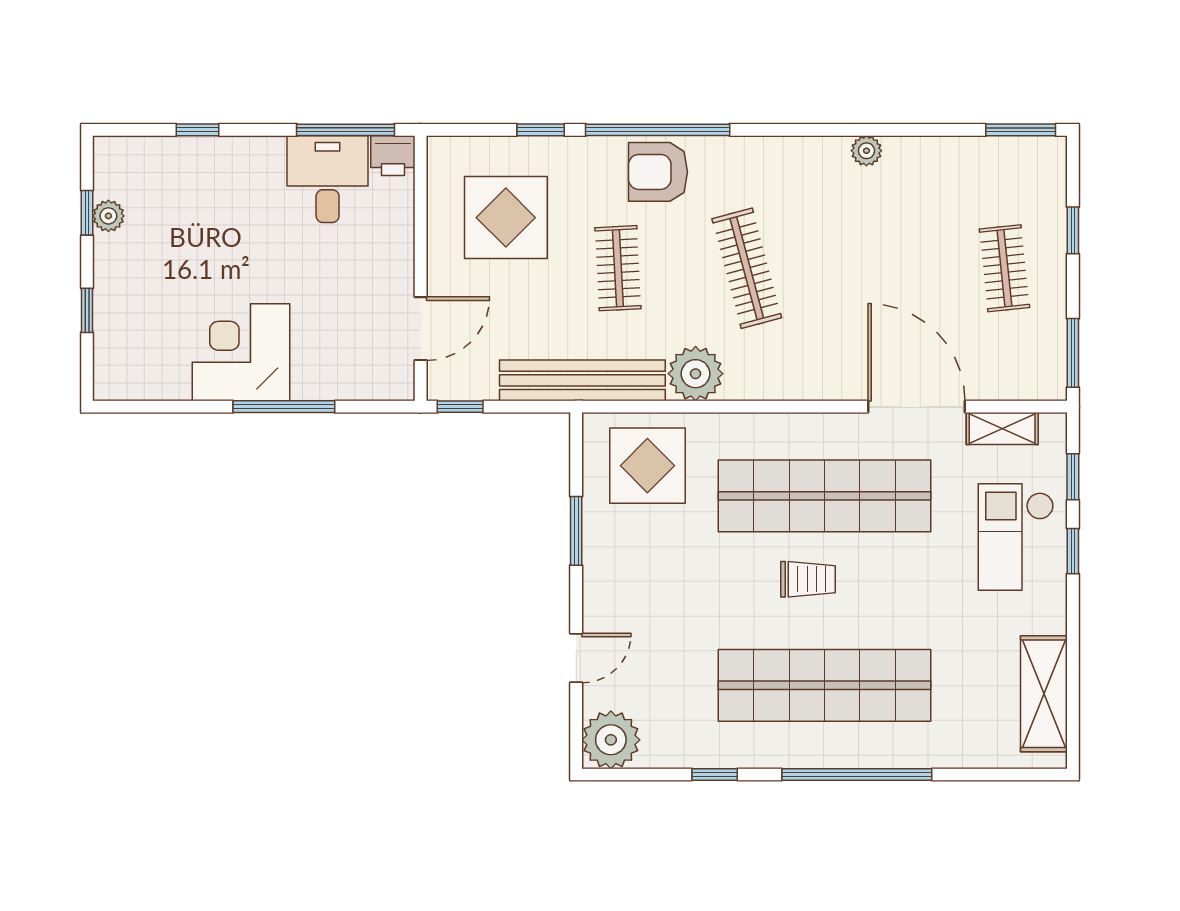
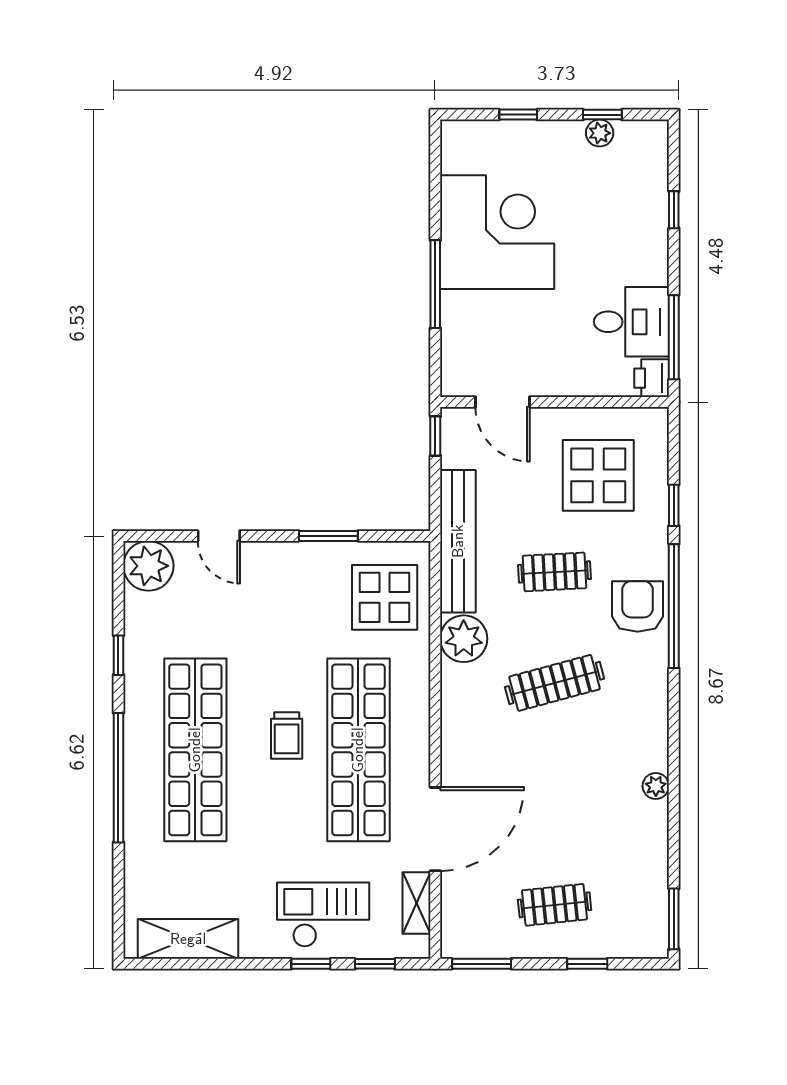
corner desk: (241, 352) -> (497, 232), width x1.36, depth x1.36

